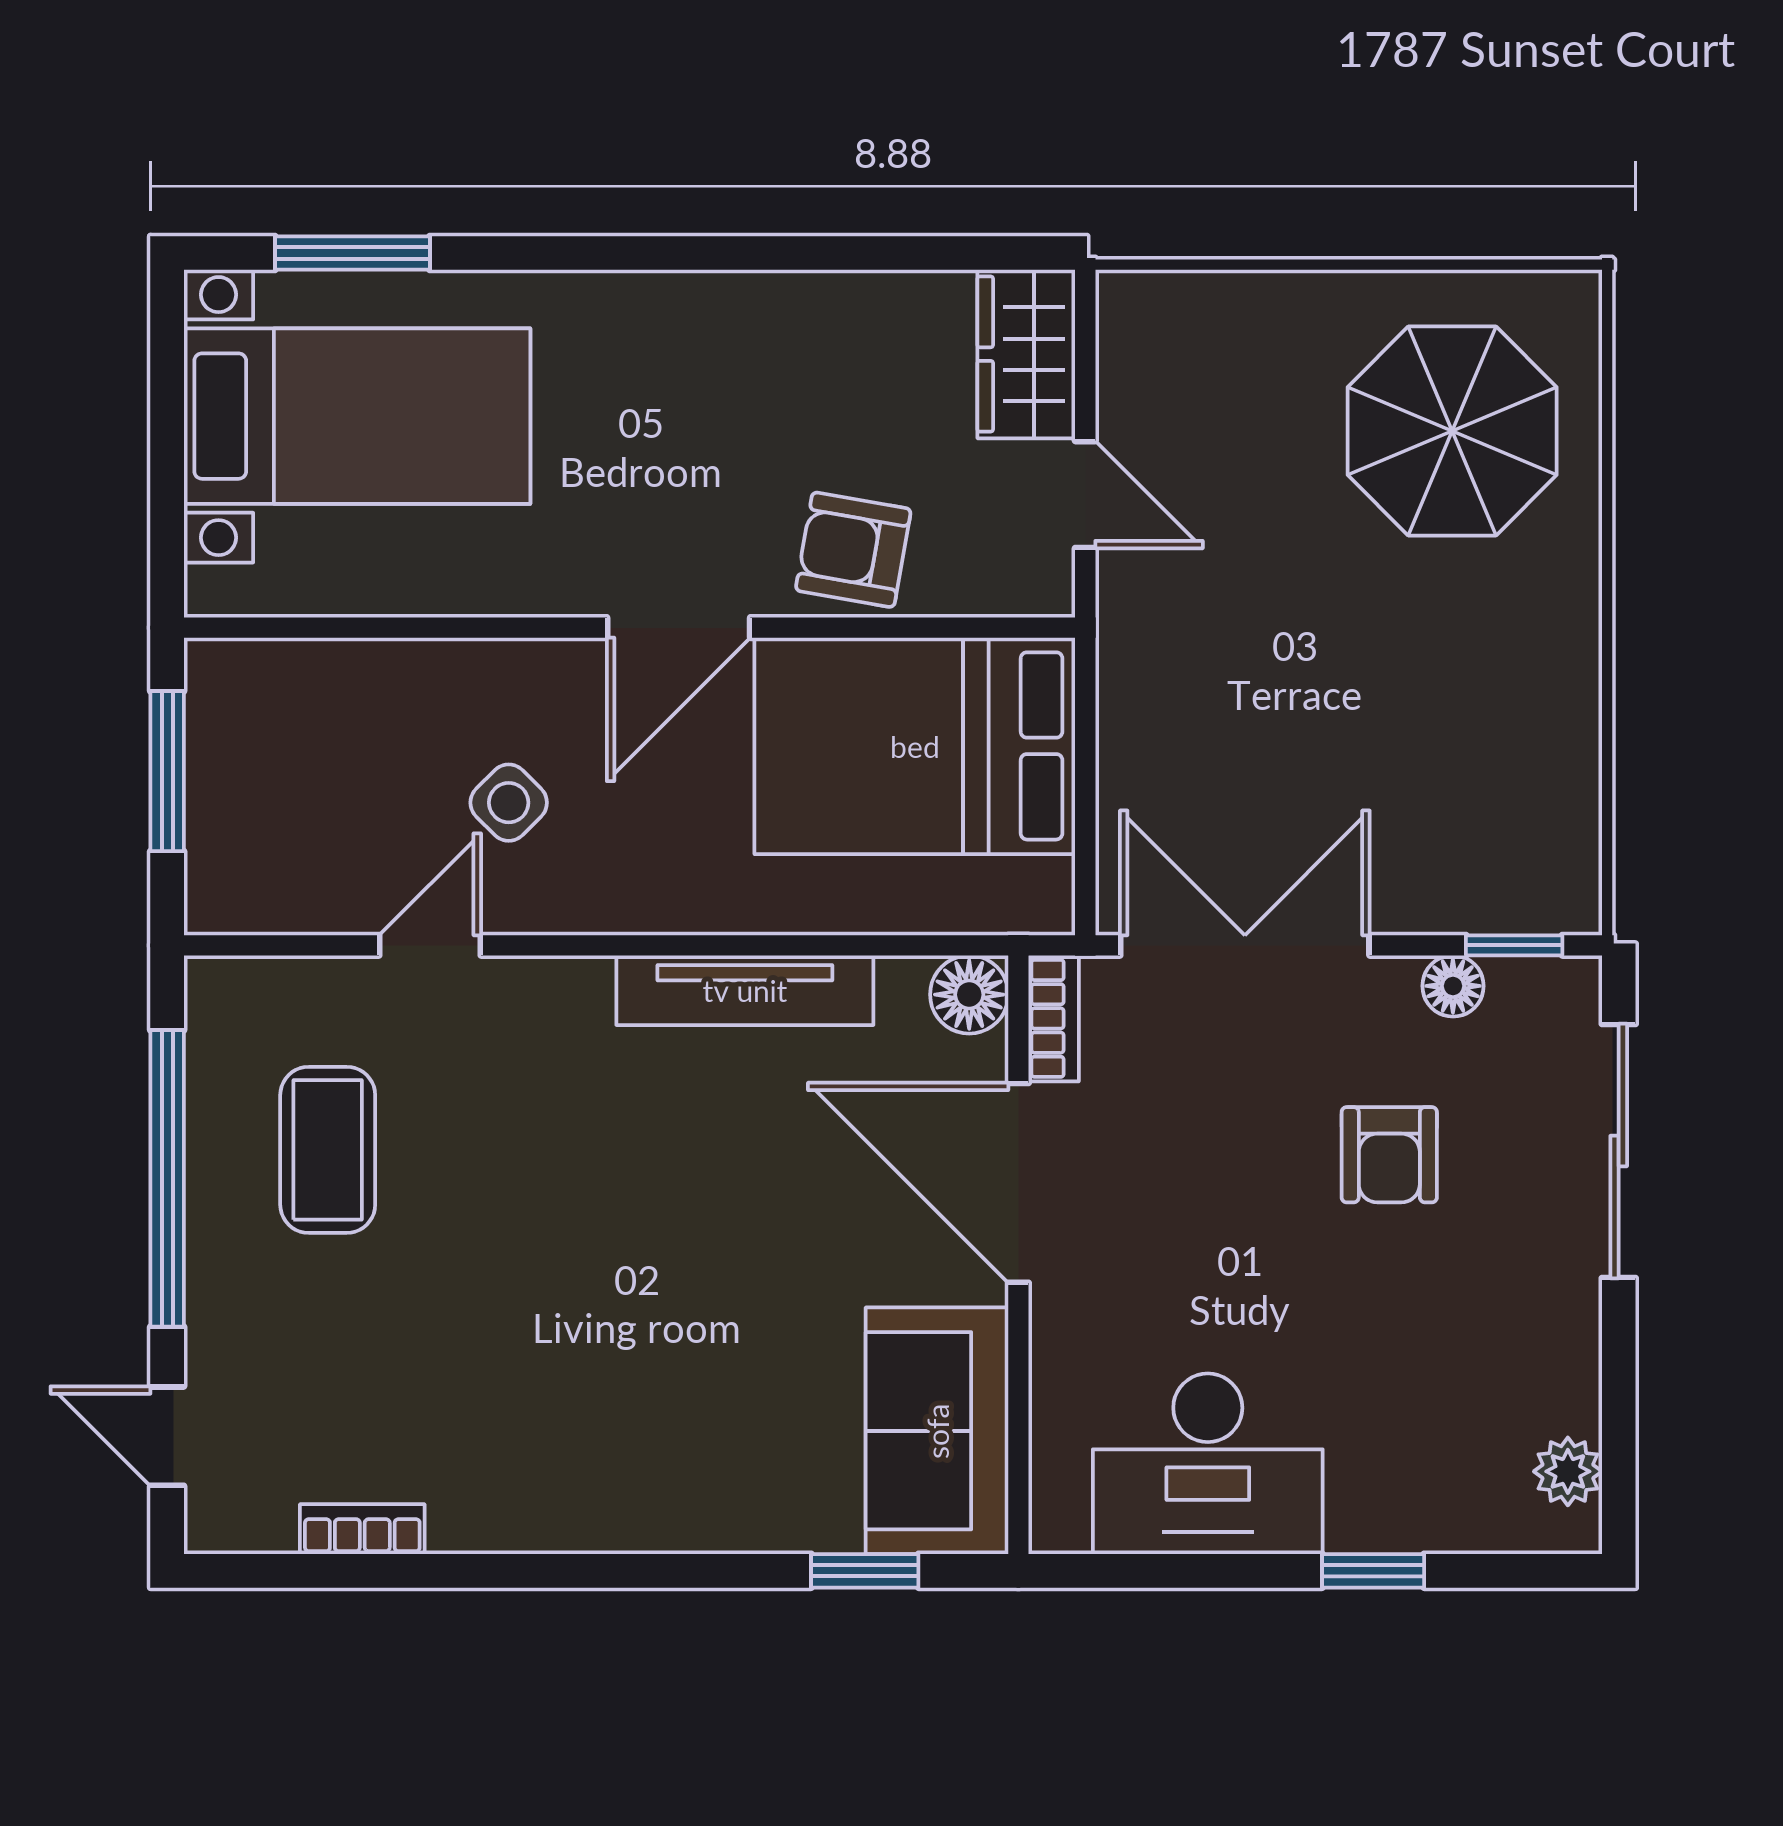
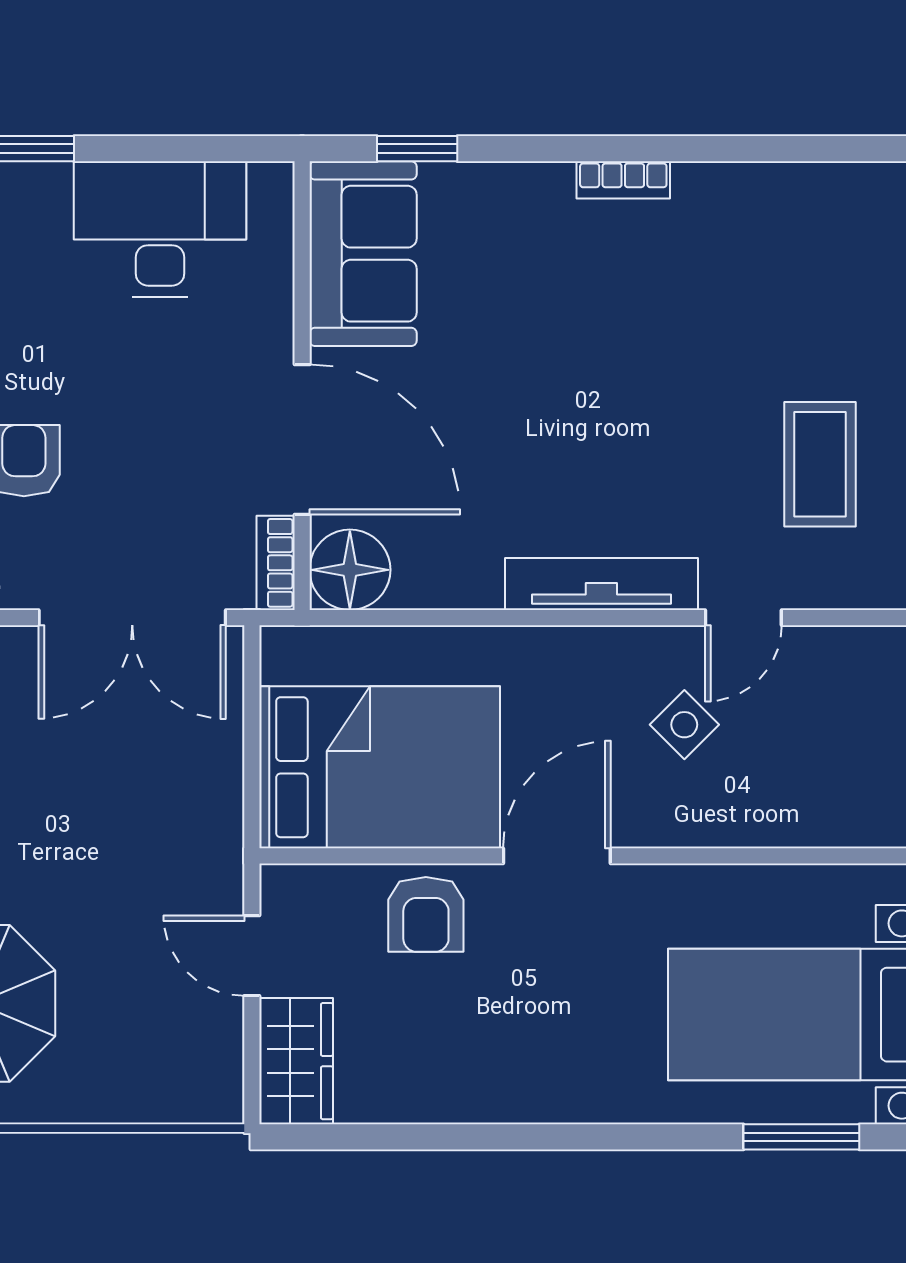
armchair: (853, 550) -> (426, 914), turned 80
tv unit: (745, 990) -> (601, 584), moved
floor lamp: (969, 995) -> (350, 570), width x1.38, depth x1.38
bookcase: (362, 1529) -> (623, 180), moved

